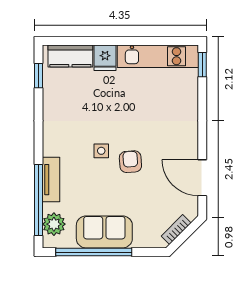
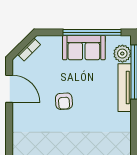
side table: (101, 151) -> (86, 110), removed
tv unit: (51, 180) -> (125, 88), width x1.41

